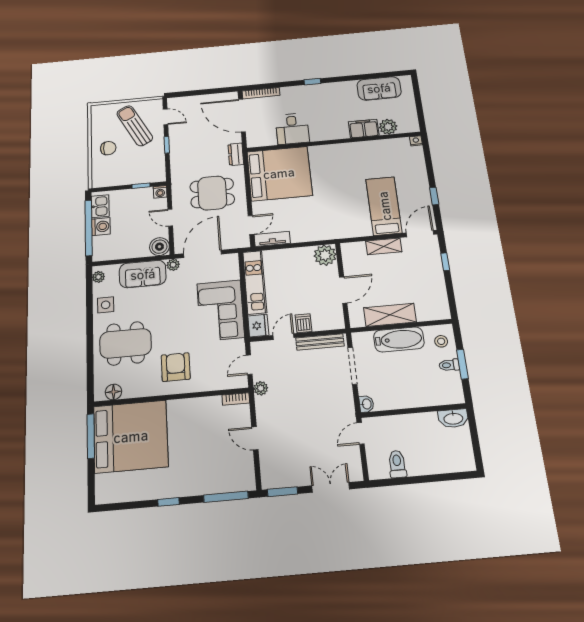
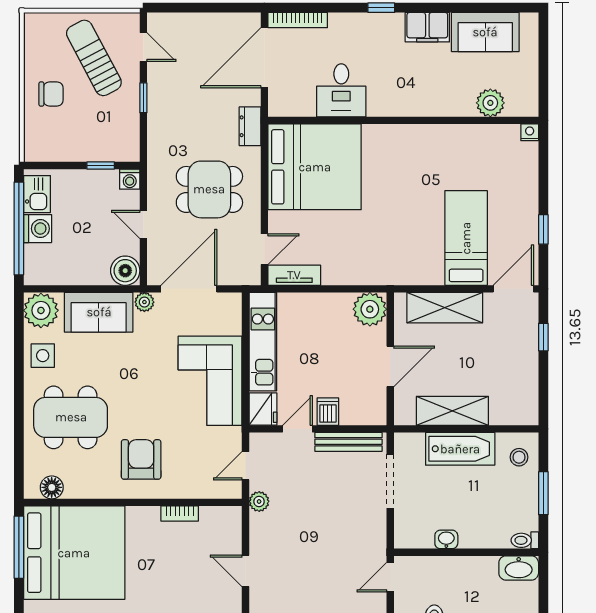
door: (242, 115) -> (264, 58), hinge flipped
filing cabinet: (364, 129) -> (427, 27), moved, turned 180
shelving: (384, 246) -> (445, 308), width x1.50, depth x1.33
plant: (98, 277) -> (41, 310), width x1.88, depth x1.88
toilet: (449, 365) -> (525, 540), moved
bookcase: (236, 399) -> (180, 514), moved
washbasin: (366, 404) -> (446, 539), moved, turned -90

